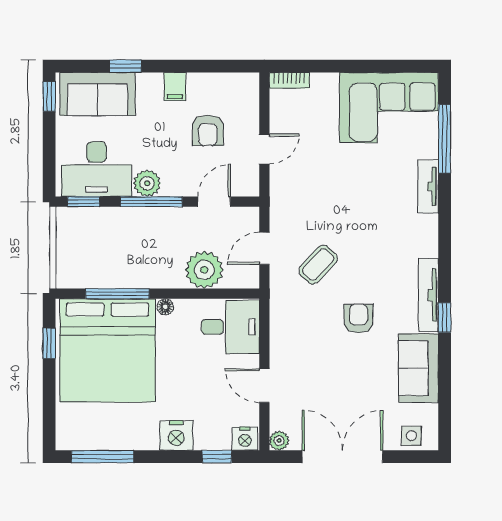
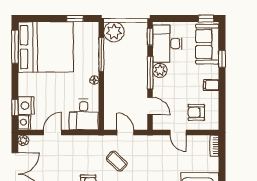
armchair: (208, 130) -> (196, 112), moved
plant: (204, 270) -> (114, 32), moved
bed: (108, 350) -> (46, 47), moved, turned 180
nightstand: (176, 435) -> (26, 106), moved

